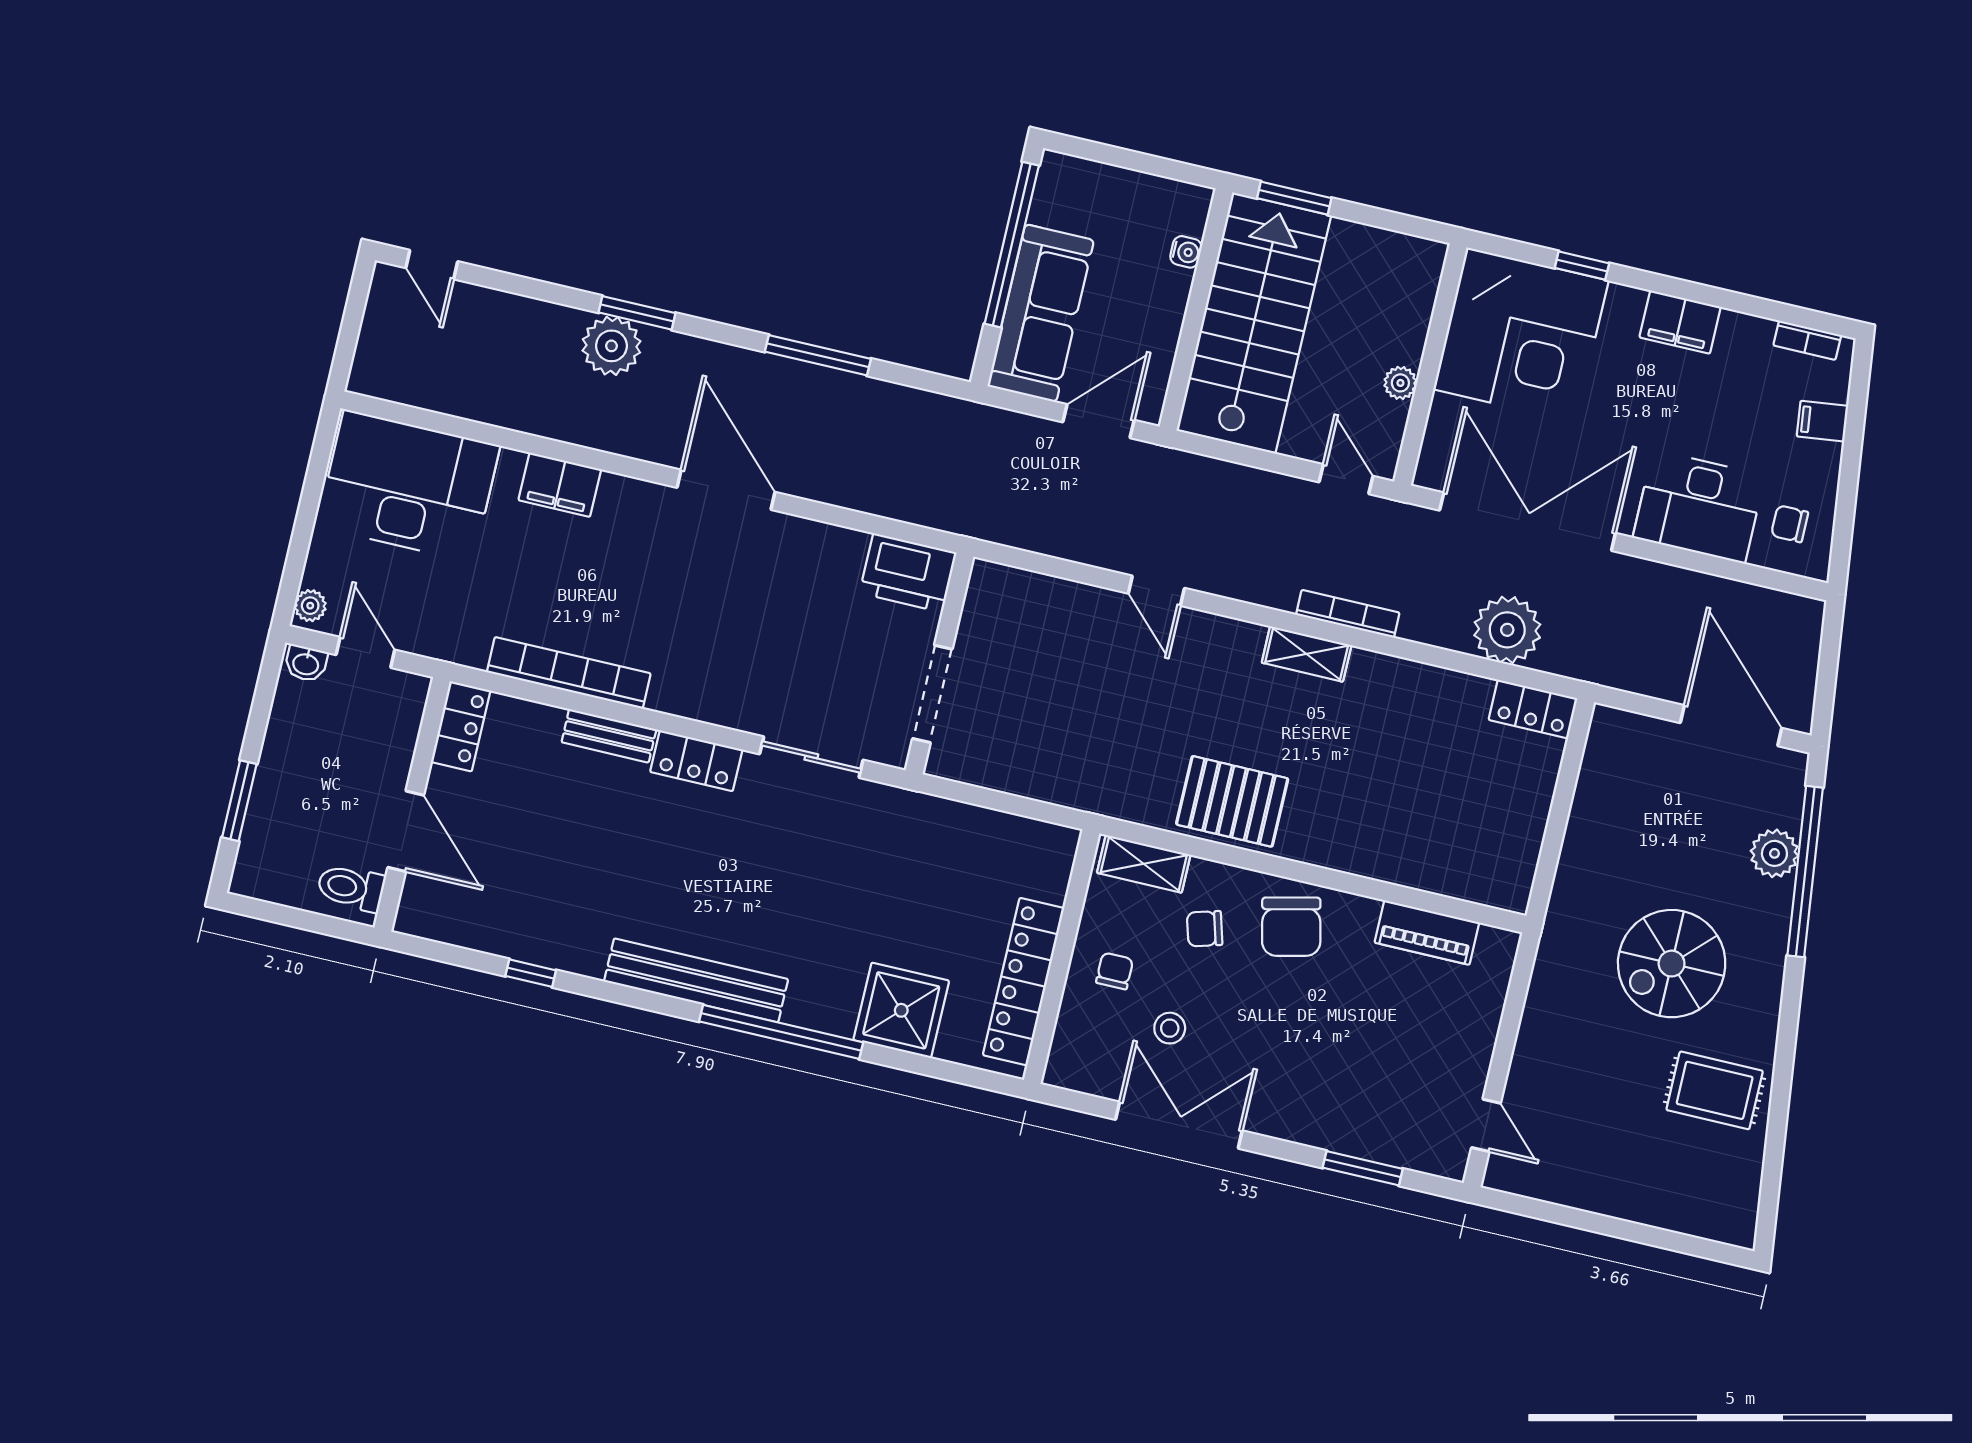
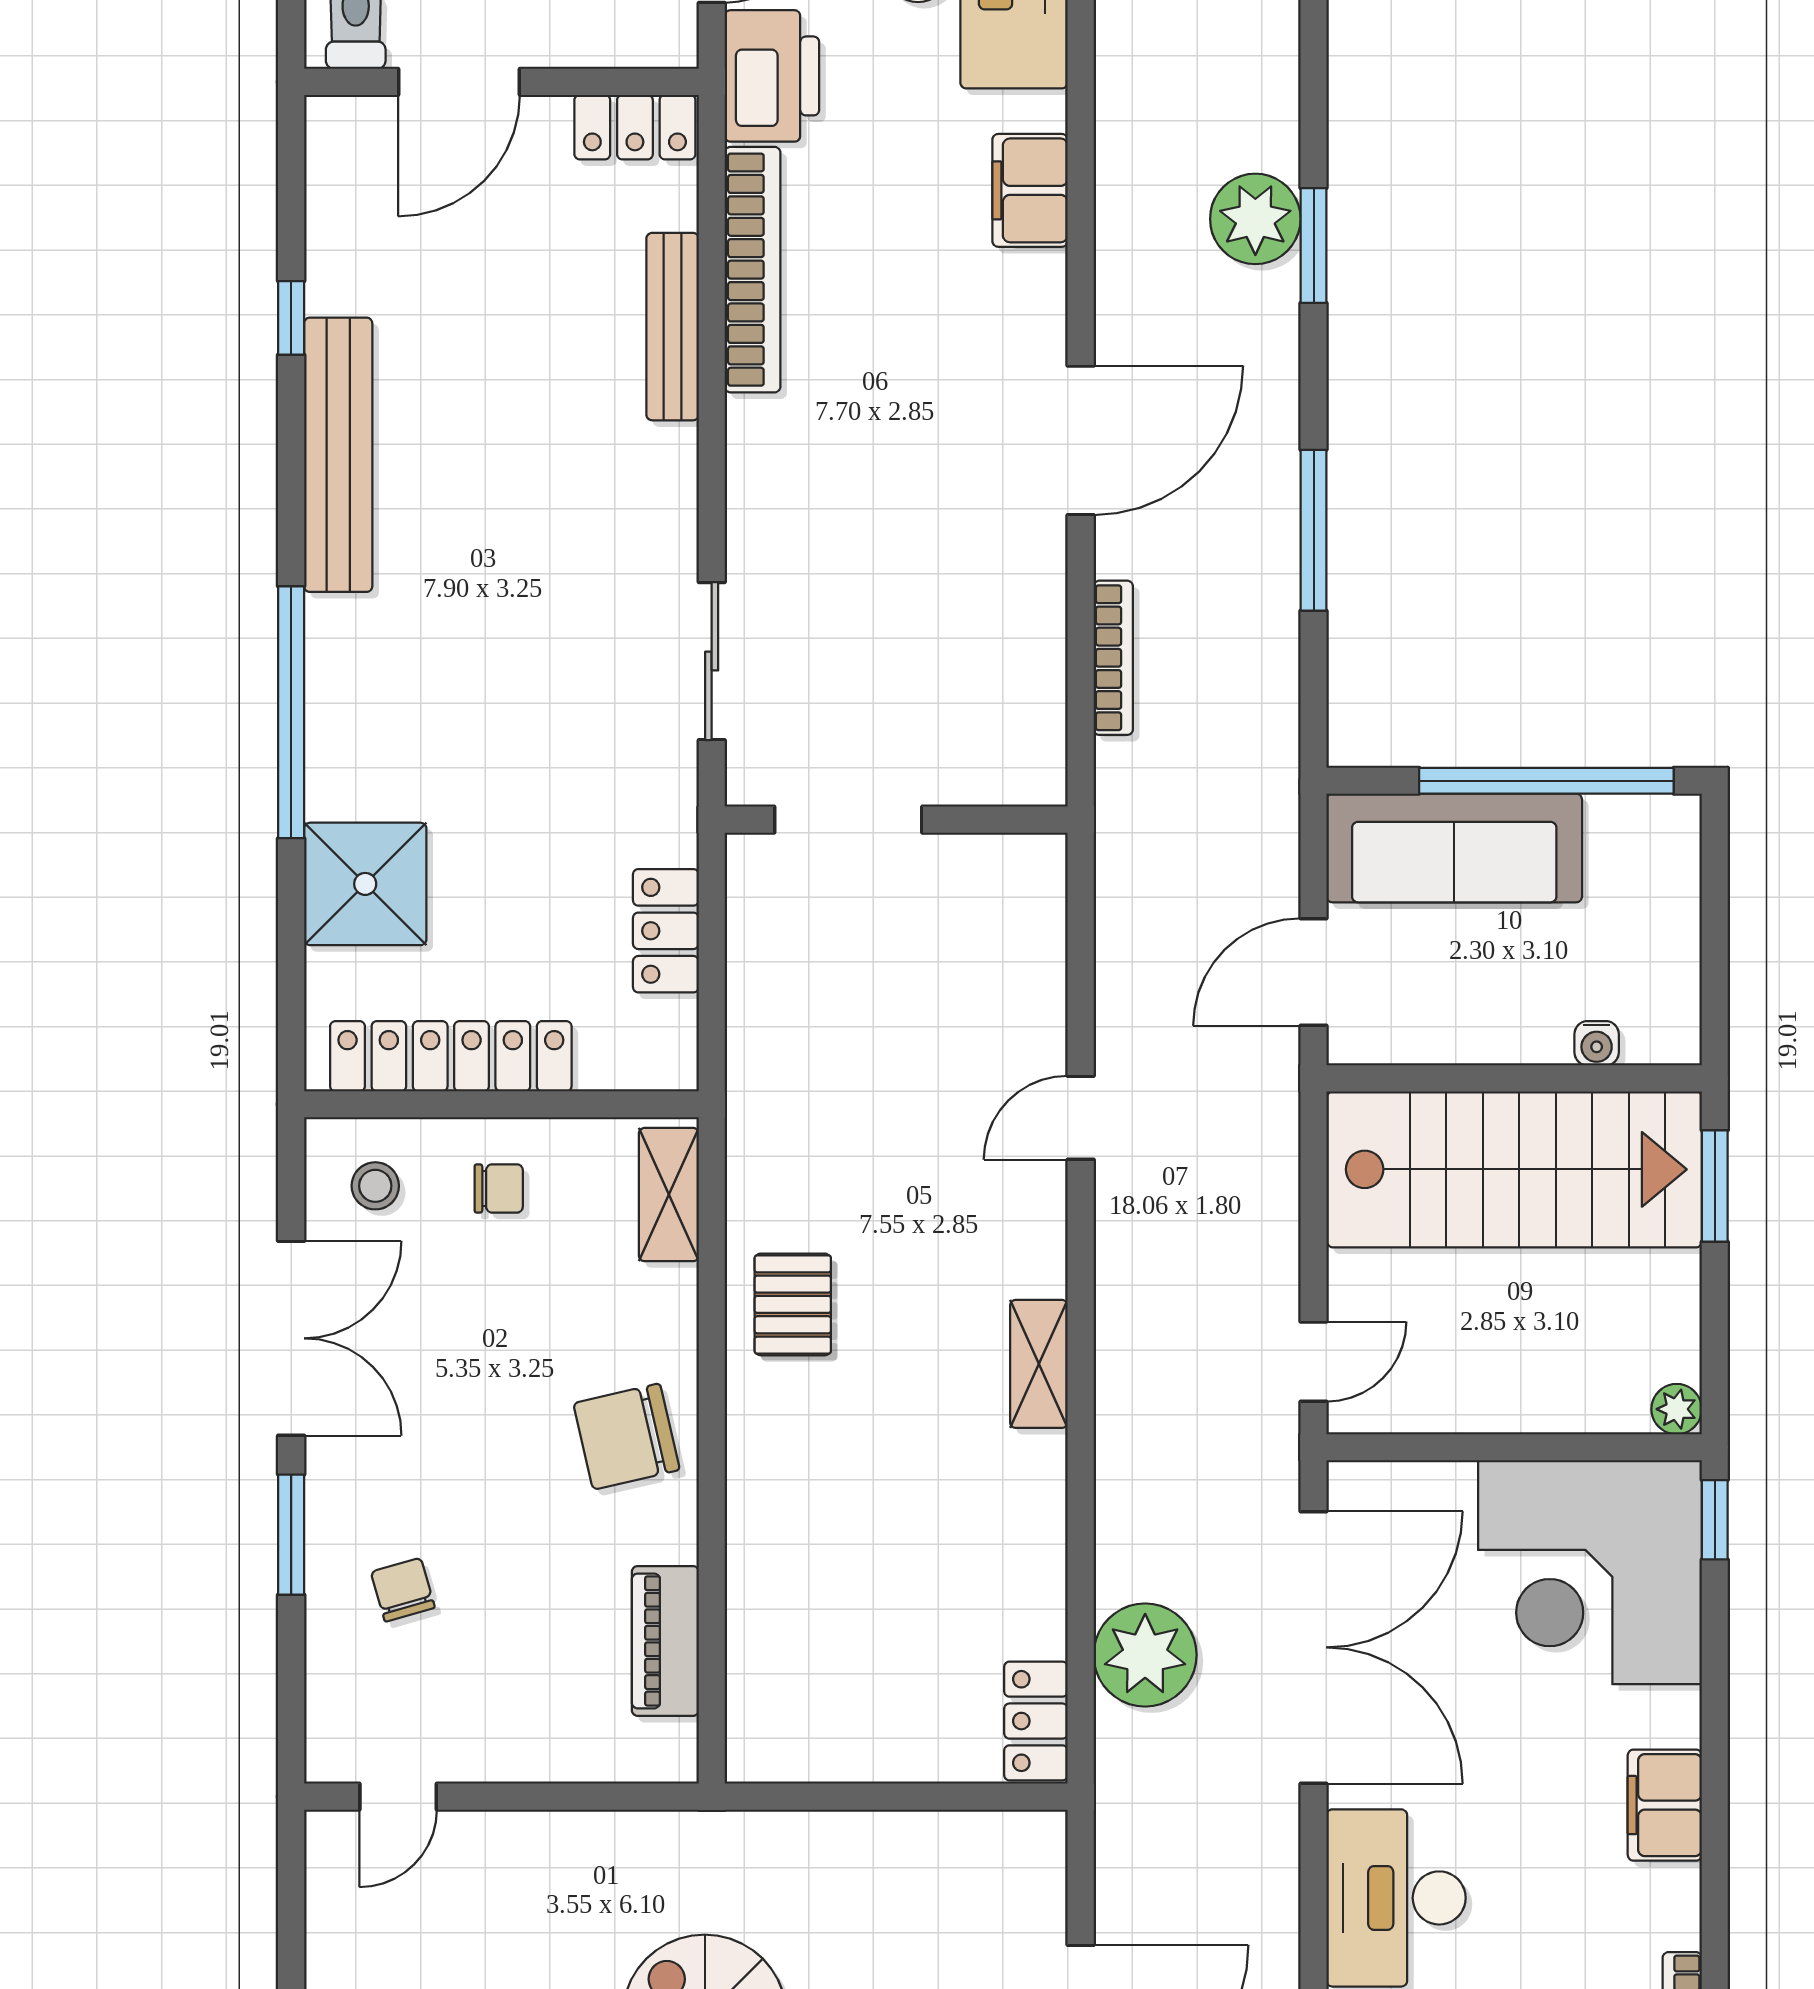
window: (1582, 266) -> (1715, 1520), moved
plant: (1400, 383) -> (1677, 1409), moved
door: (1098, 421) -> (1314, 972), swing flipped
printer: (908, 573) -> (772, 76), moved, turned 180
bookcase: (1348, 614) -> (1113, 658), moved
bench: (609, 736) -> (673, 327), width x1.36
locker: (696, 761) -> (666, 931), moved
pallet: (1232, 801) -> (793, 1304), width x0.67, depth x0.71
chair: (1205, 929) -> (403, 1590), moved
bench: (696, 980) -> (338, 455), moved
stool: (1170, 1028) -> (375, 1186), moved
window: (1363, 1168) -> (291, 1535), moved

